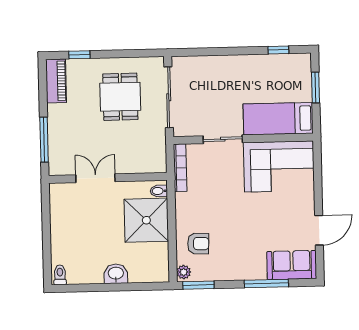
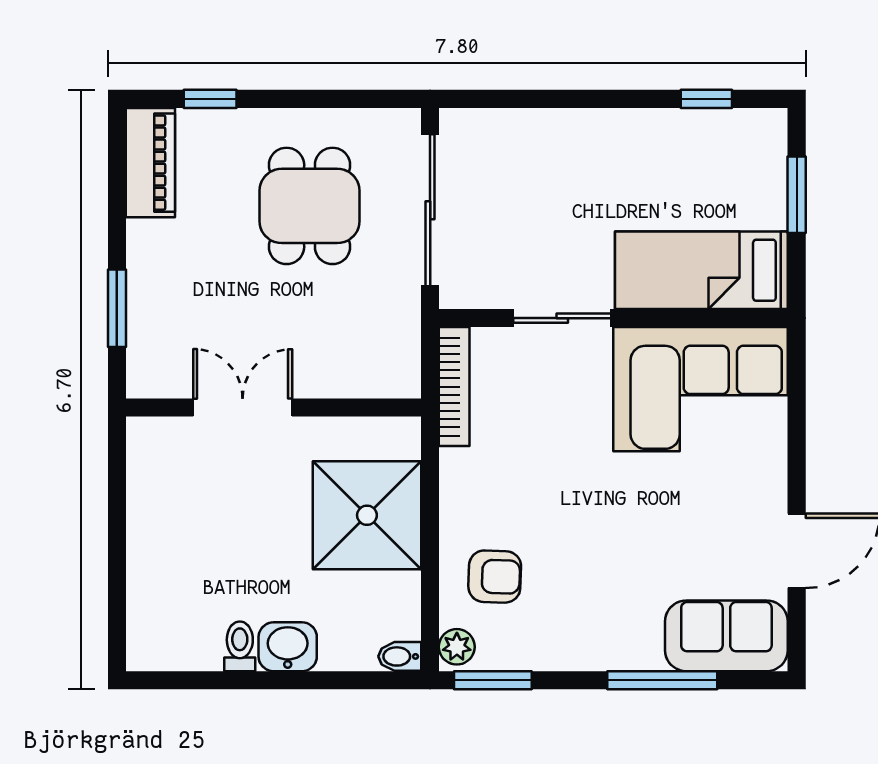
window: (44, 140) -> (117, 308), width x0.69
bidet: (159, 191) -> (400, 656), moved
toilet: (60, 275) -> (240, 646), moved

